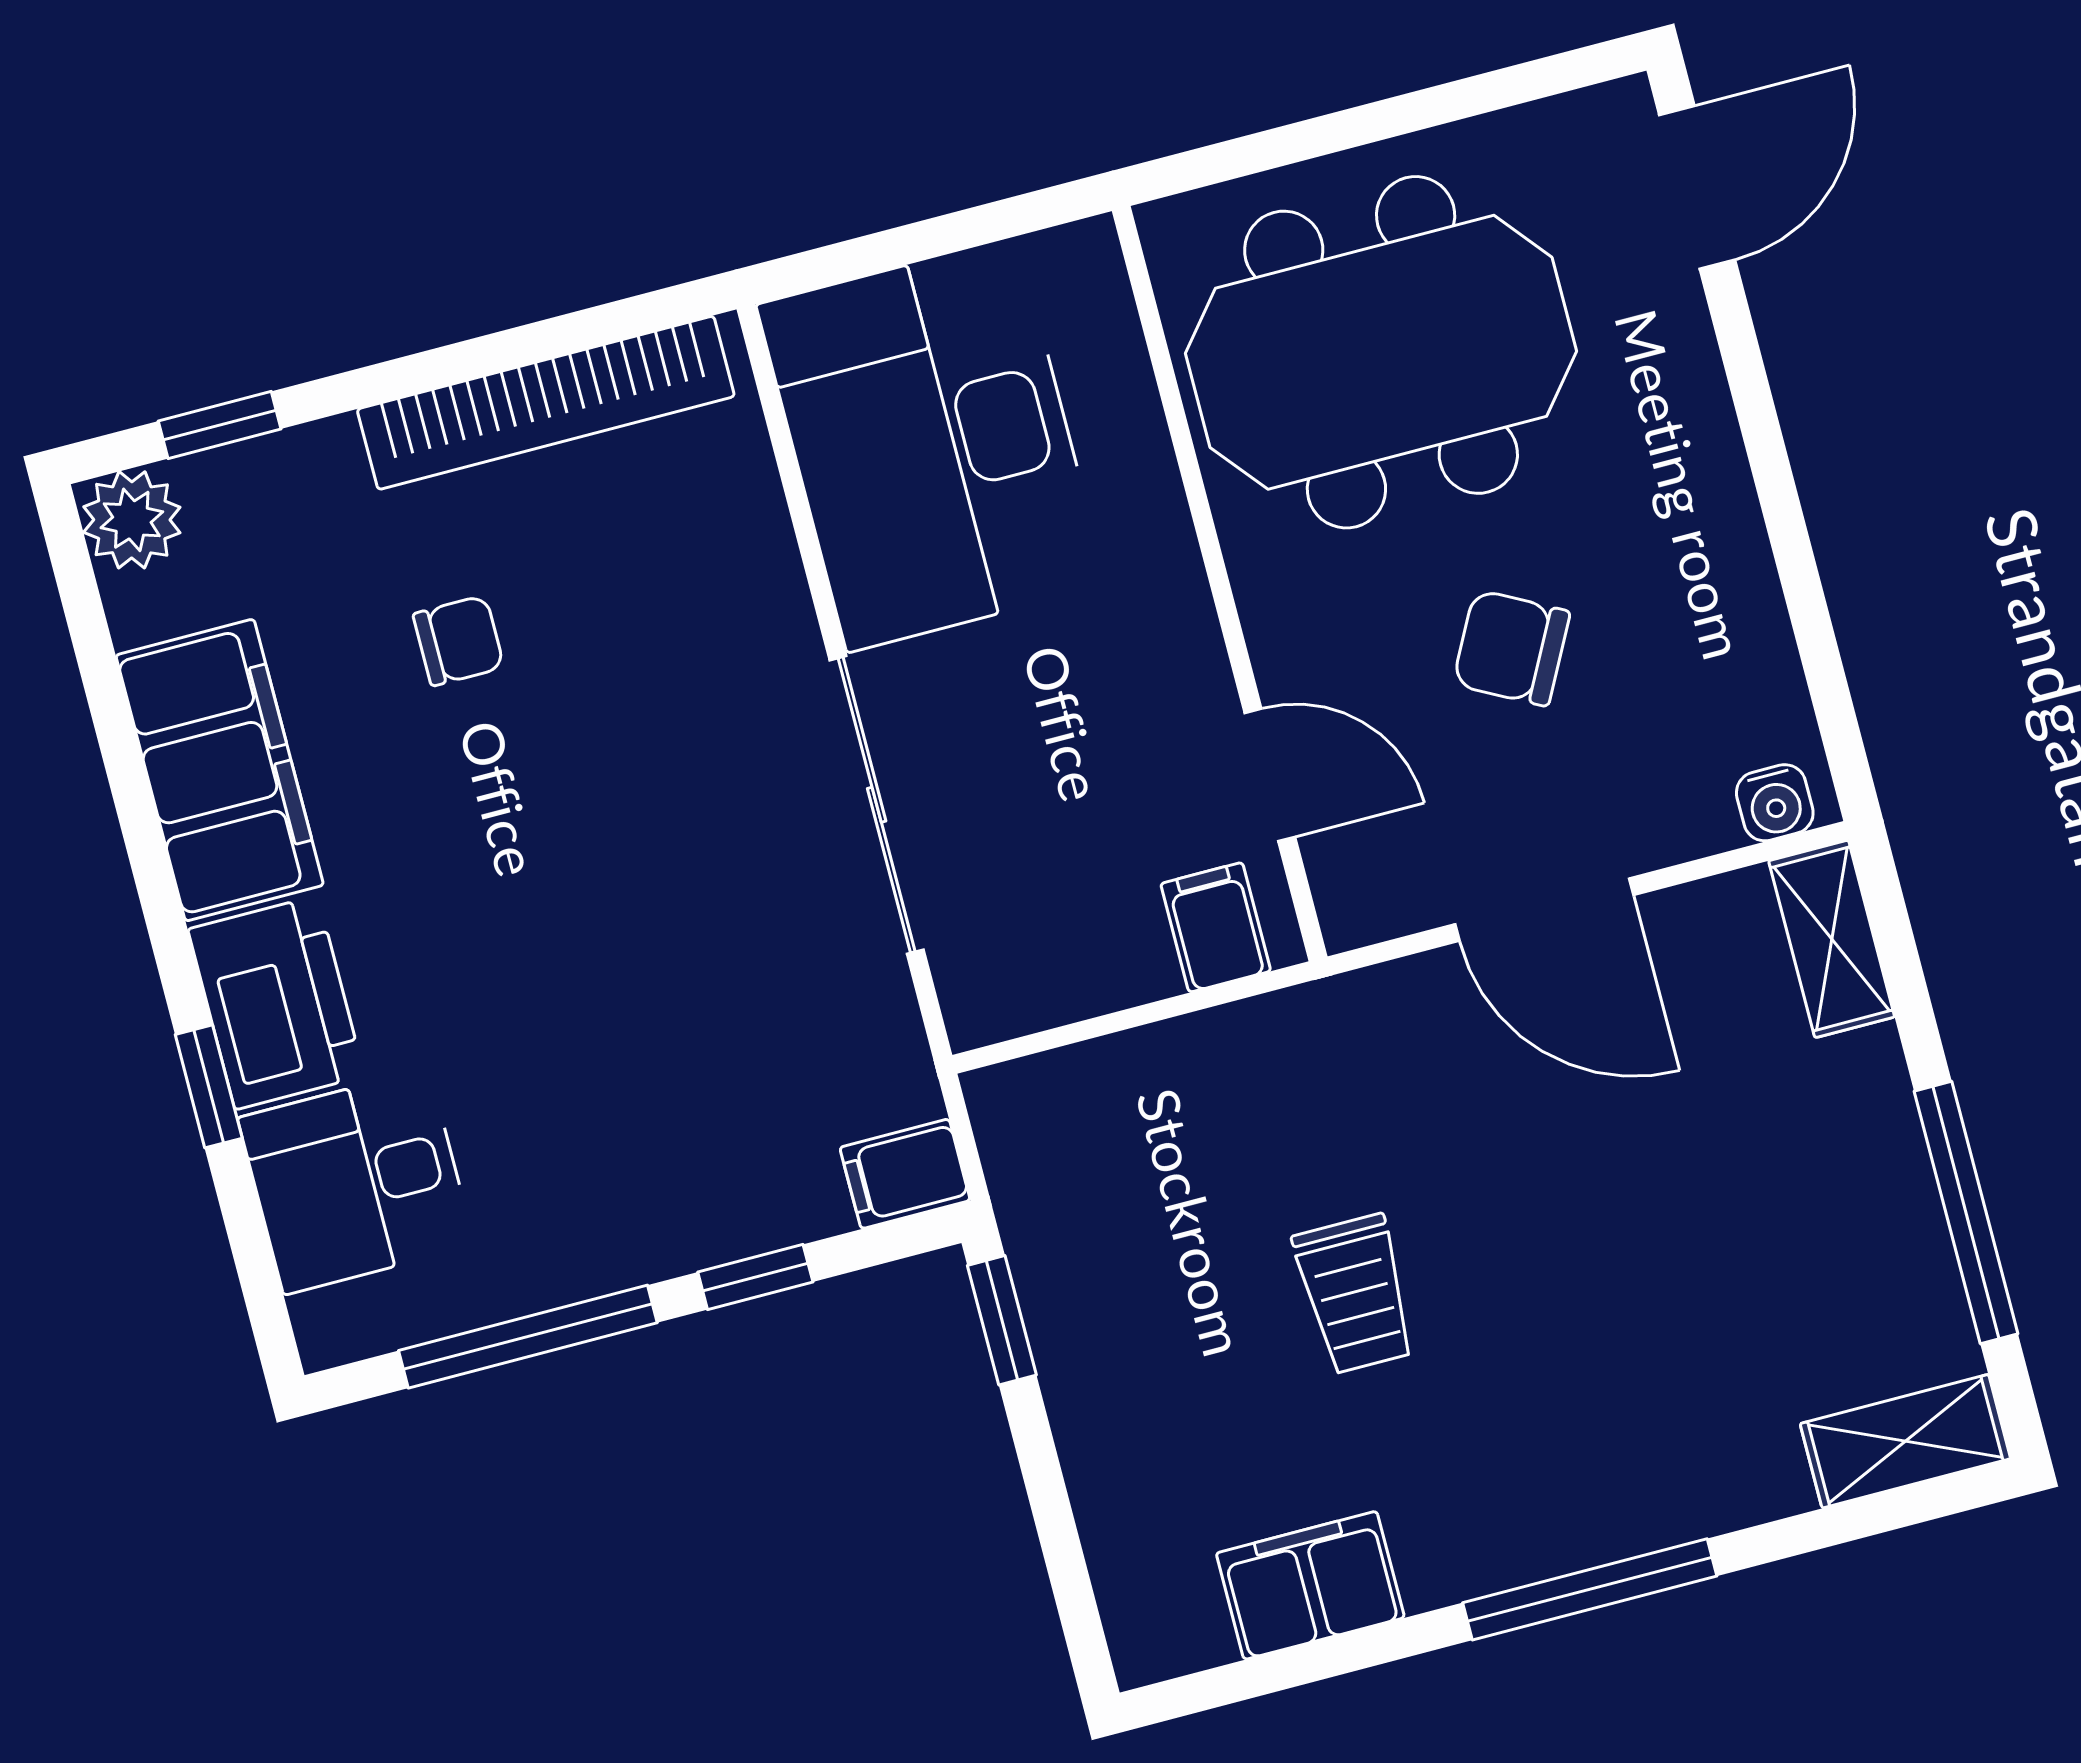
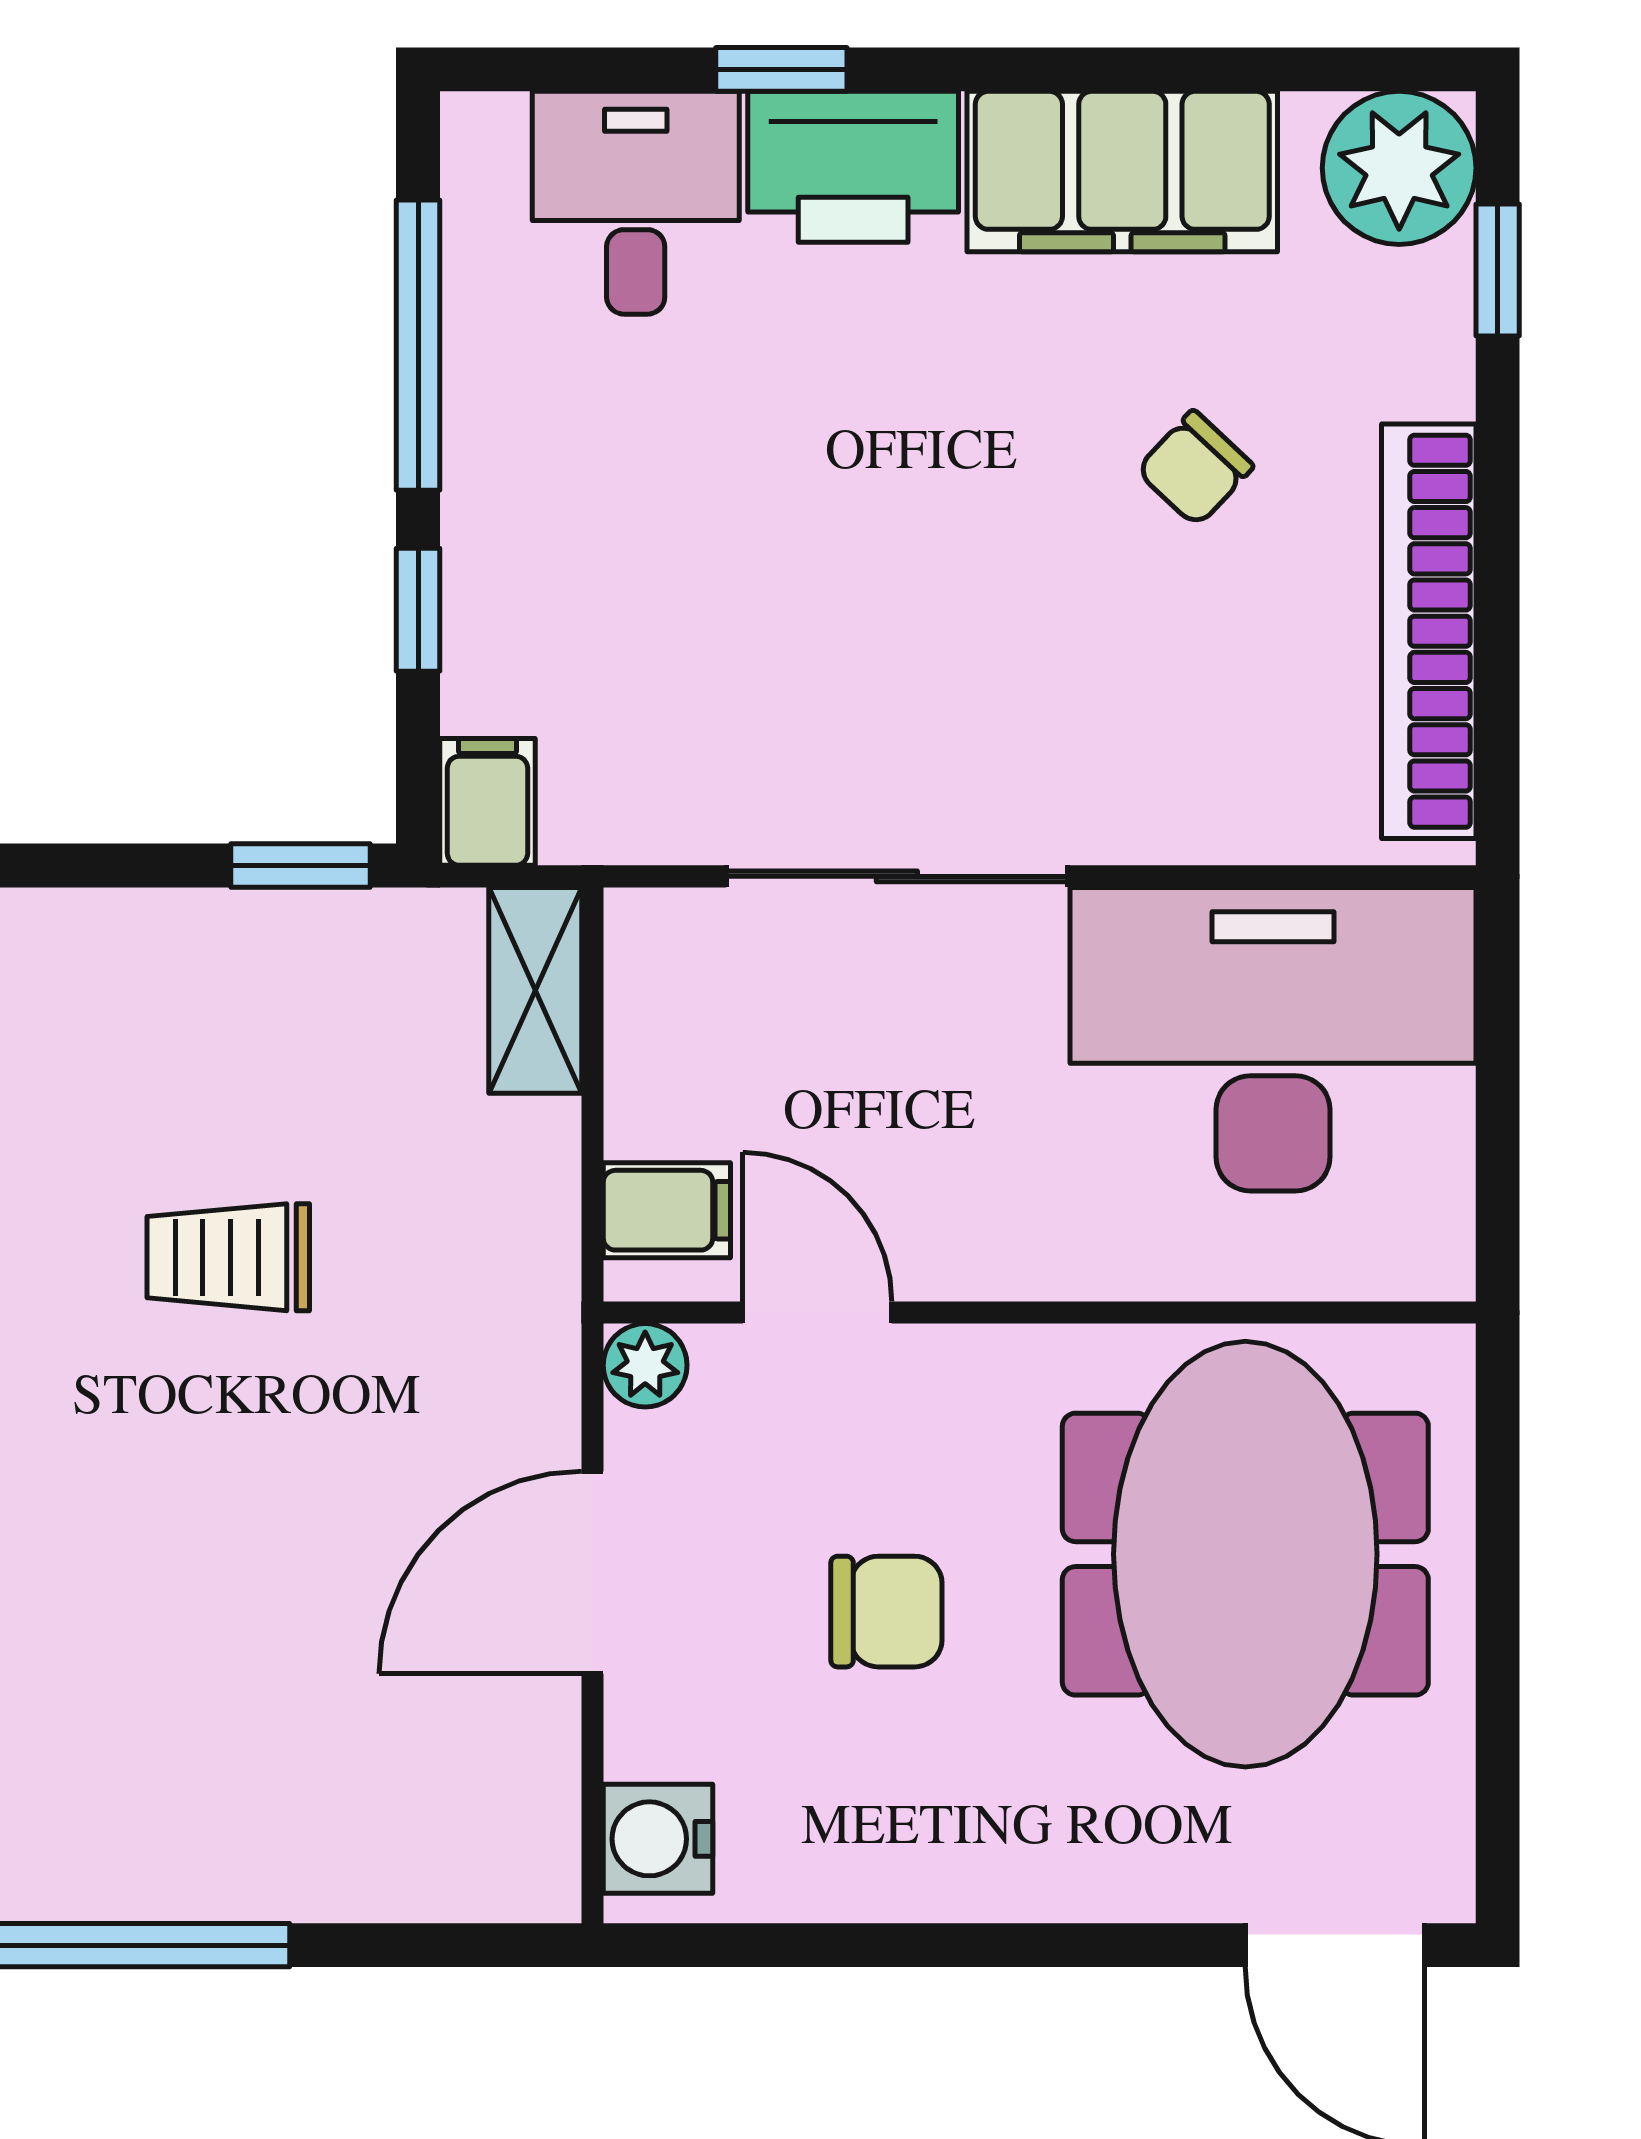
plant: (132, 520) -> (1399, 168), width x1.36, depth x1.36
chair: (459, 641) -> (1195, 468), turned 43
chair: (1511, 648) -> (886, 1612), turned 62
door: (1270, 775) -> (817, 1313), swing flipped
water cooler: (1775, 803) -> (658, 1839), width x1.38, depth x1.38
plant: (1354, 911) -> (645, 1365), added
shelving: (1832, 939) -> (535, 990), moved, turned 90

